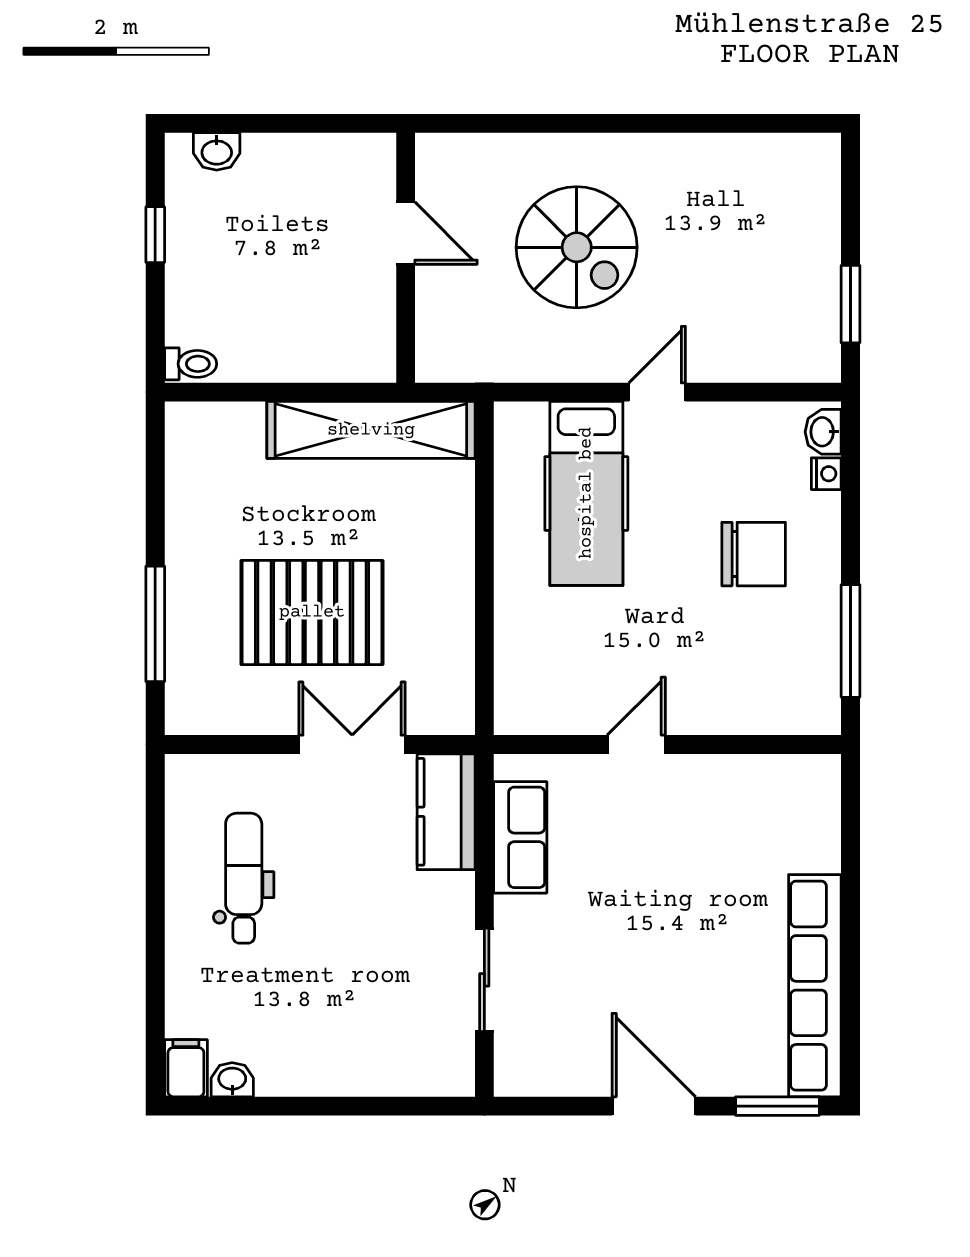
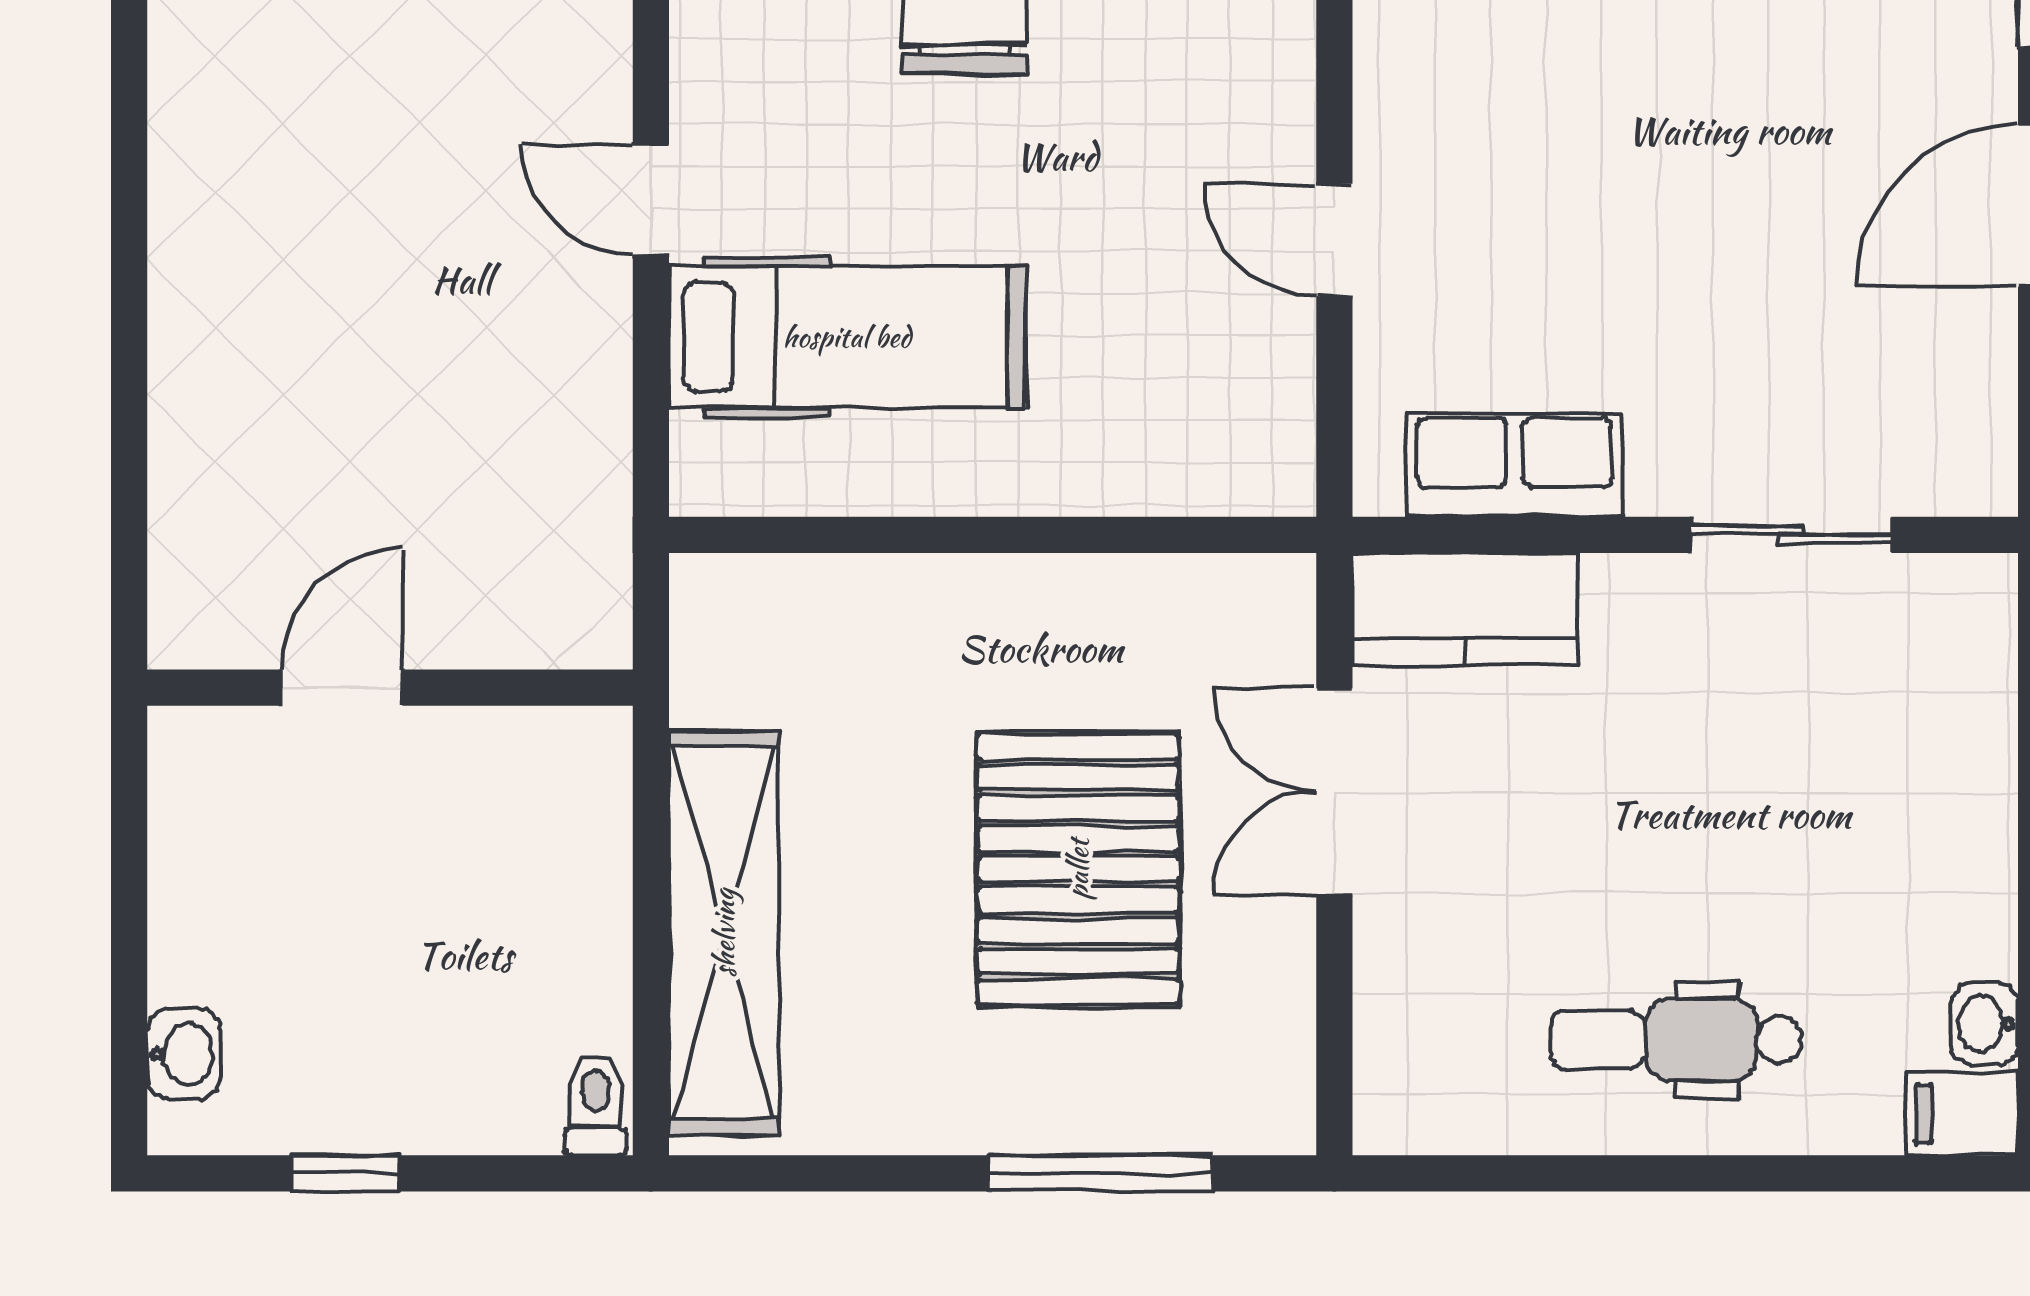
spiral stairs: (577, 247) -> (369, 356), removed
shelving: (371, 430) -> (724, 933), moved
dental chair: (244, 878) -> (1676, 1040), moved

